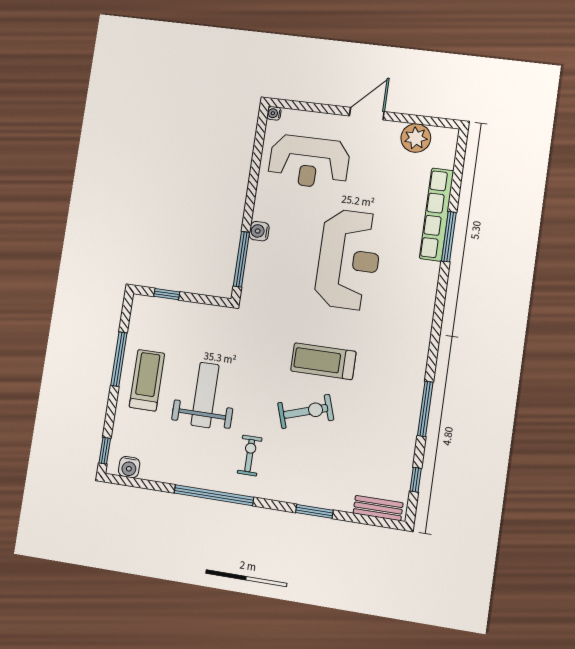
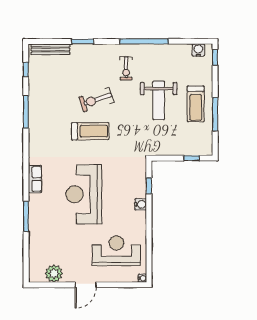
row of seats: (437, 215) -> (35, 179), moved, width x0.50
window: (241, 259) -> (149, 186), width x0.46
bench: (378, 508) -> (50, 49), width x1.36

